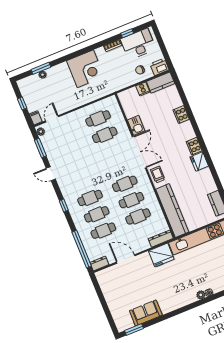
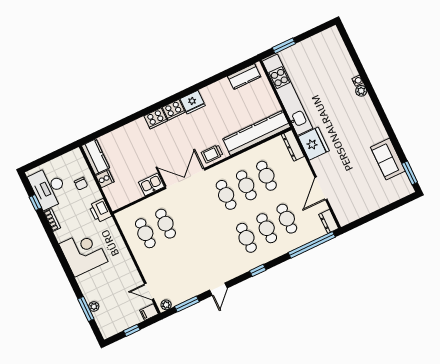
printer: (159, 67) -> (100, 211), moved
cooker: (181, 115) -> (156, 118), moved

